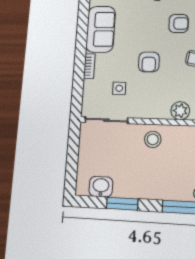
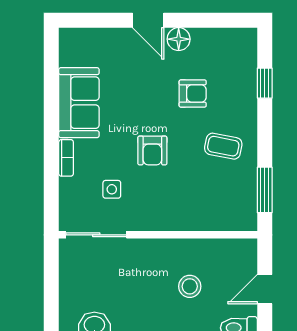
plant: (180, 111) -> (199, 219), removed
stool: (153, 139) -> (190, 286), moved

